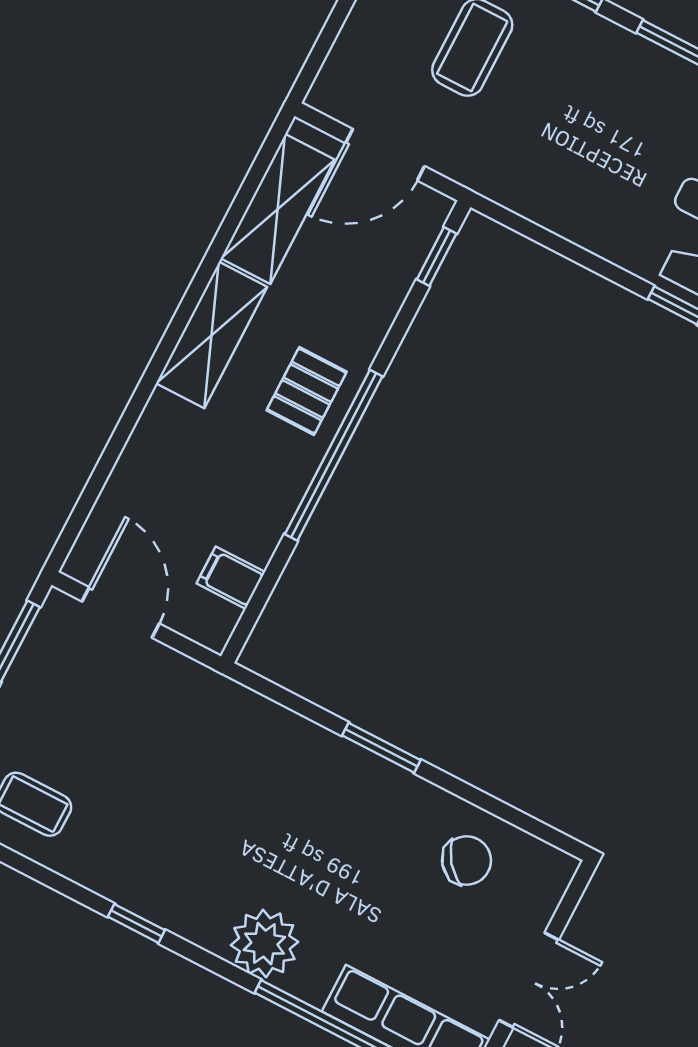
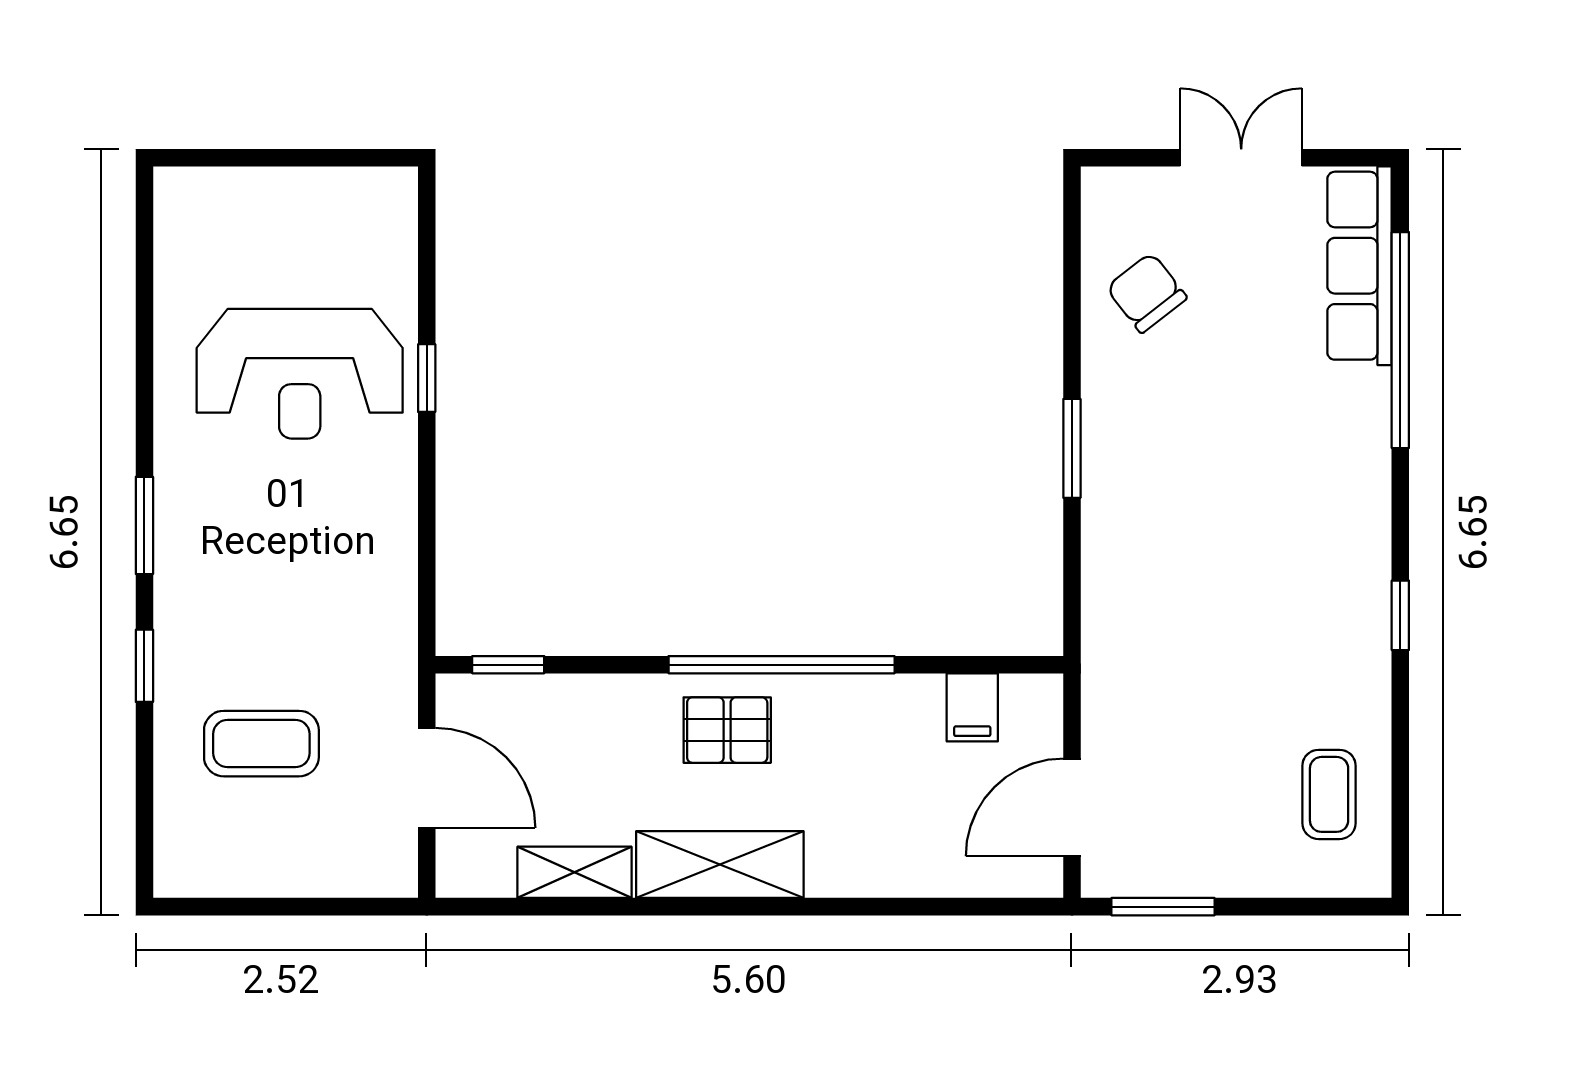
shelving: (278, 209) -> (575, 872), width x0.67, depth x0.75
plant: (264, 944) -> (1350, 465), removed

